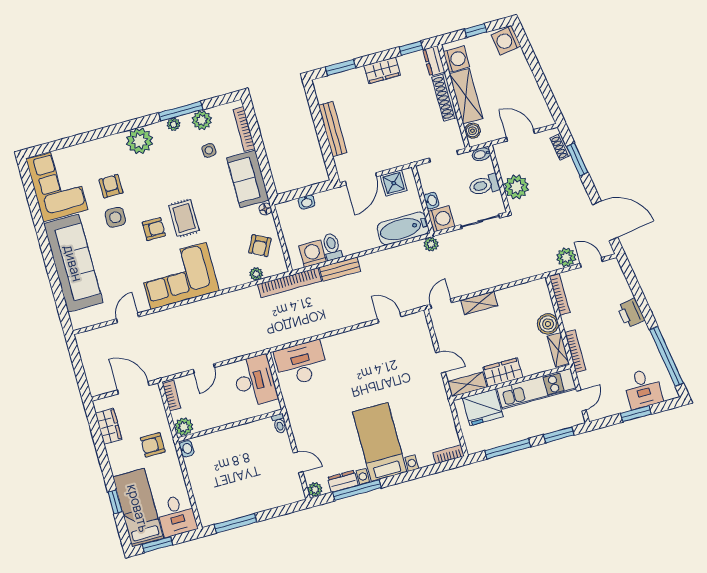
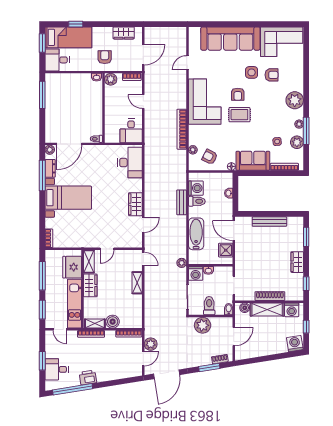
dresser: (434, 61) -> (294, 296), removed
bathtub: (403, 228) -> (196, 234), moved
bookcase: (289, 283) -> (182, 129), moved
printer: (631, 313) -> (88, 378), moved
door: (127, 318) -> (187, 63), swing flipped
wardrobe: (362, 338) -> (135, 204), added
desk: (255, 381) -> (131, 131), width x0.73
door: (298, 462) -> (69, 144), width x1.87

